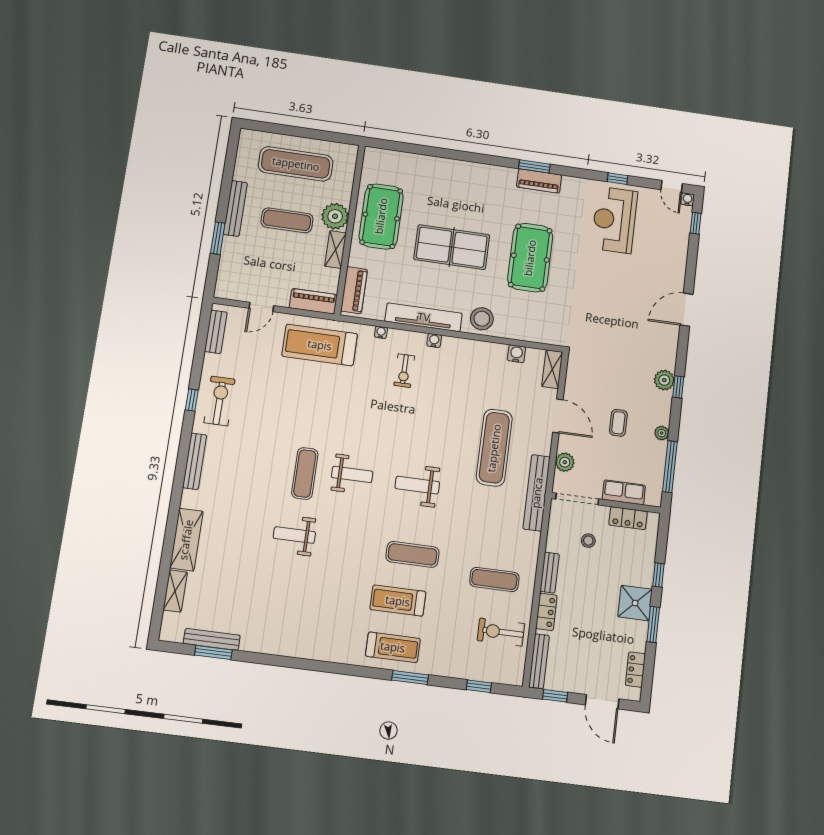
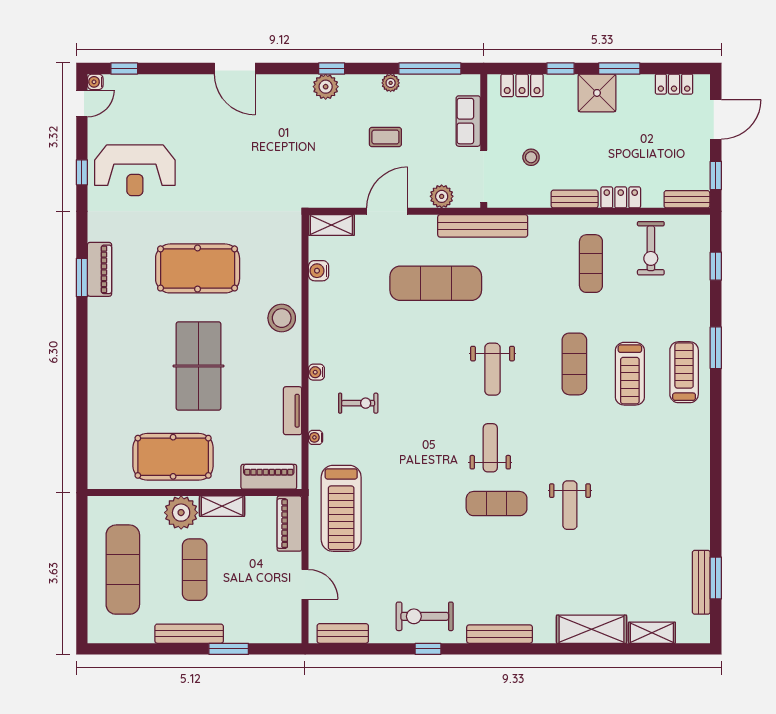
tv unit: (424, 317) -> (293, 411), width x0.52, depth x0.78
locker: (628, 518) -> (522, 85), moved, turned 90
bench: (539, 661) -> (687, 199), width x0.73

